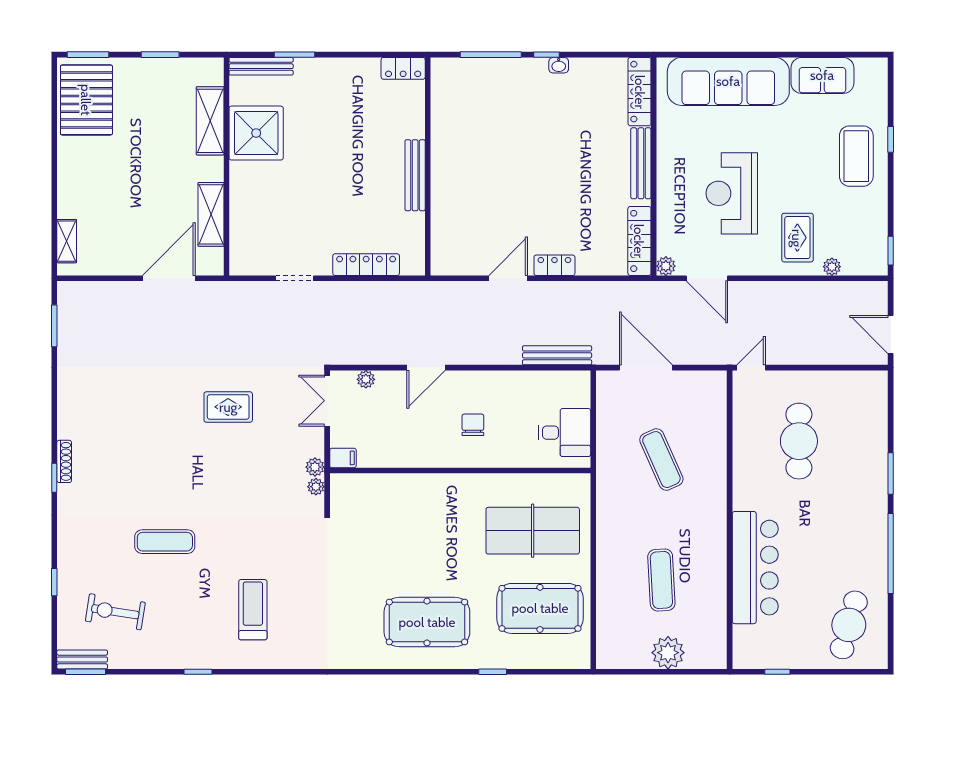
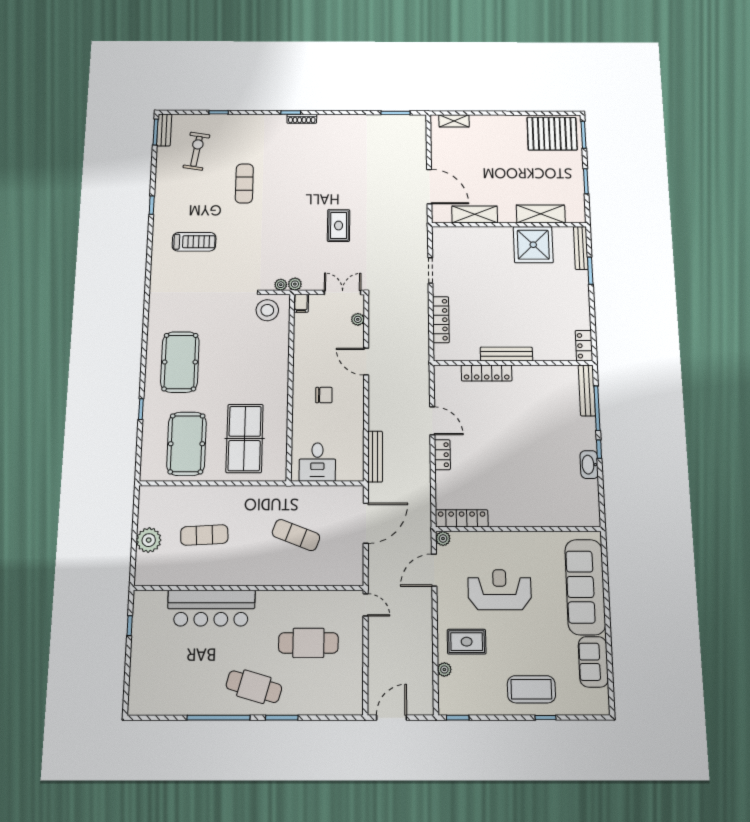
washbasin: (559, 65) -> (589, 465), width x1.91, depth x1.45
locker: (640, 92) -> (487, 373), moved, turned 180
bench: (641, 163) -> (587, 390), moved, turned 90
exercise mat: (661, 460) -> (296, 535), turned 45
stool: (353, 505) -> (267, 310), added
cafe table: (849, 625) -> (254, 687), moved

